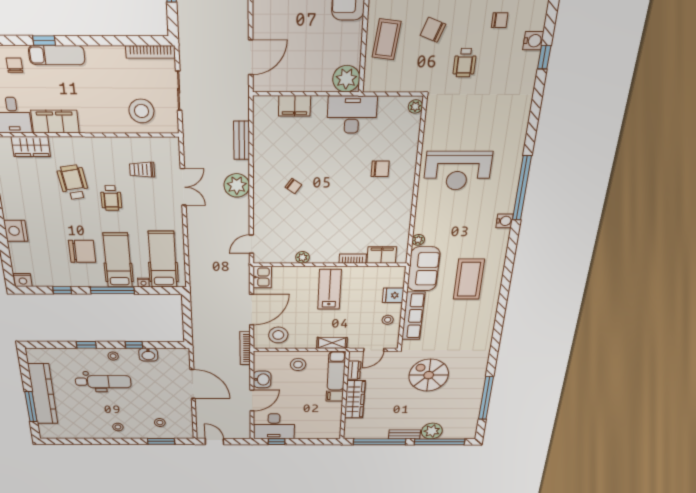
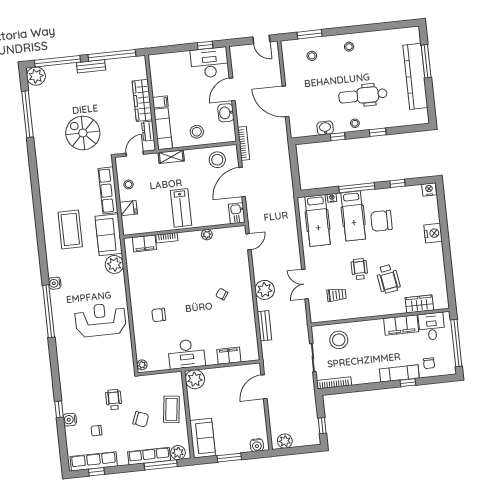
plant: (418, 240) -> (114, 264), width x1.87, depth x1.87
spiral stairs: (429, 375) -> (83, 133), turned 180
plant: (432, 431) -> (36, 76), moved

